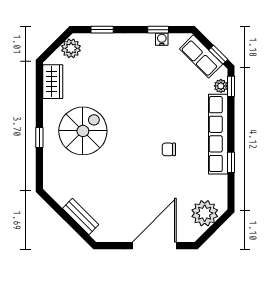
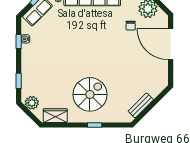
spiral stairs: (83, 131) -> (90, 94), turned 90
chair: (169, 149) -> (131, 26), moved
bench: (81, 216) -> (141, 105), moved

